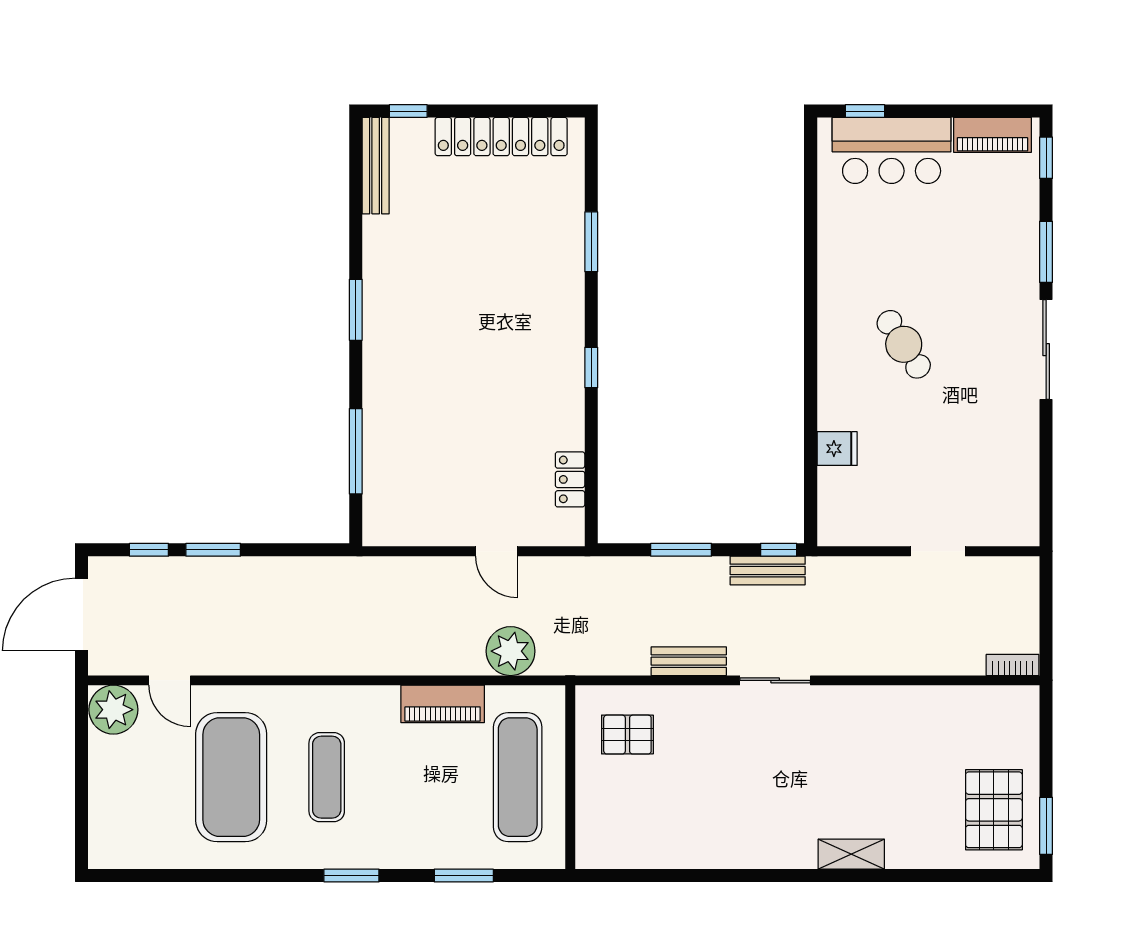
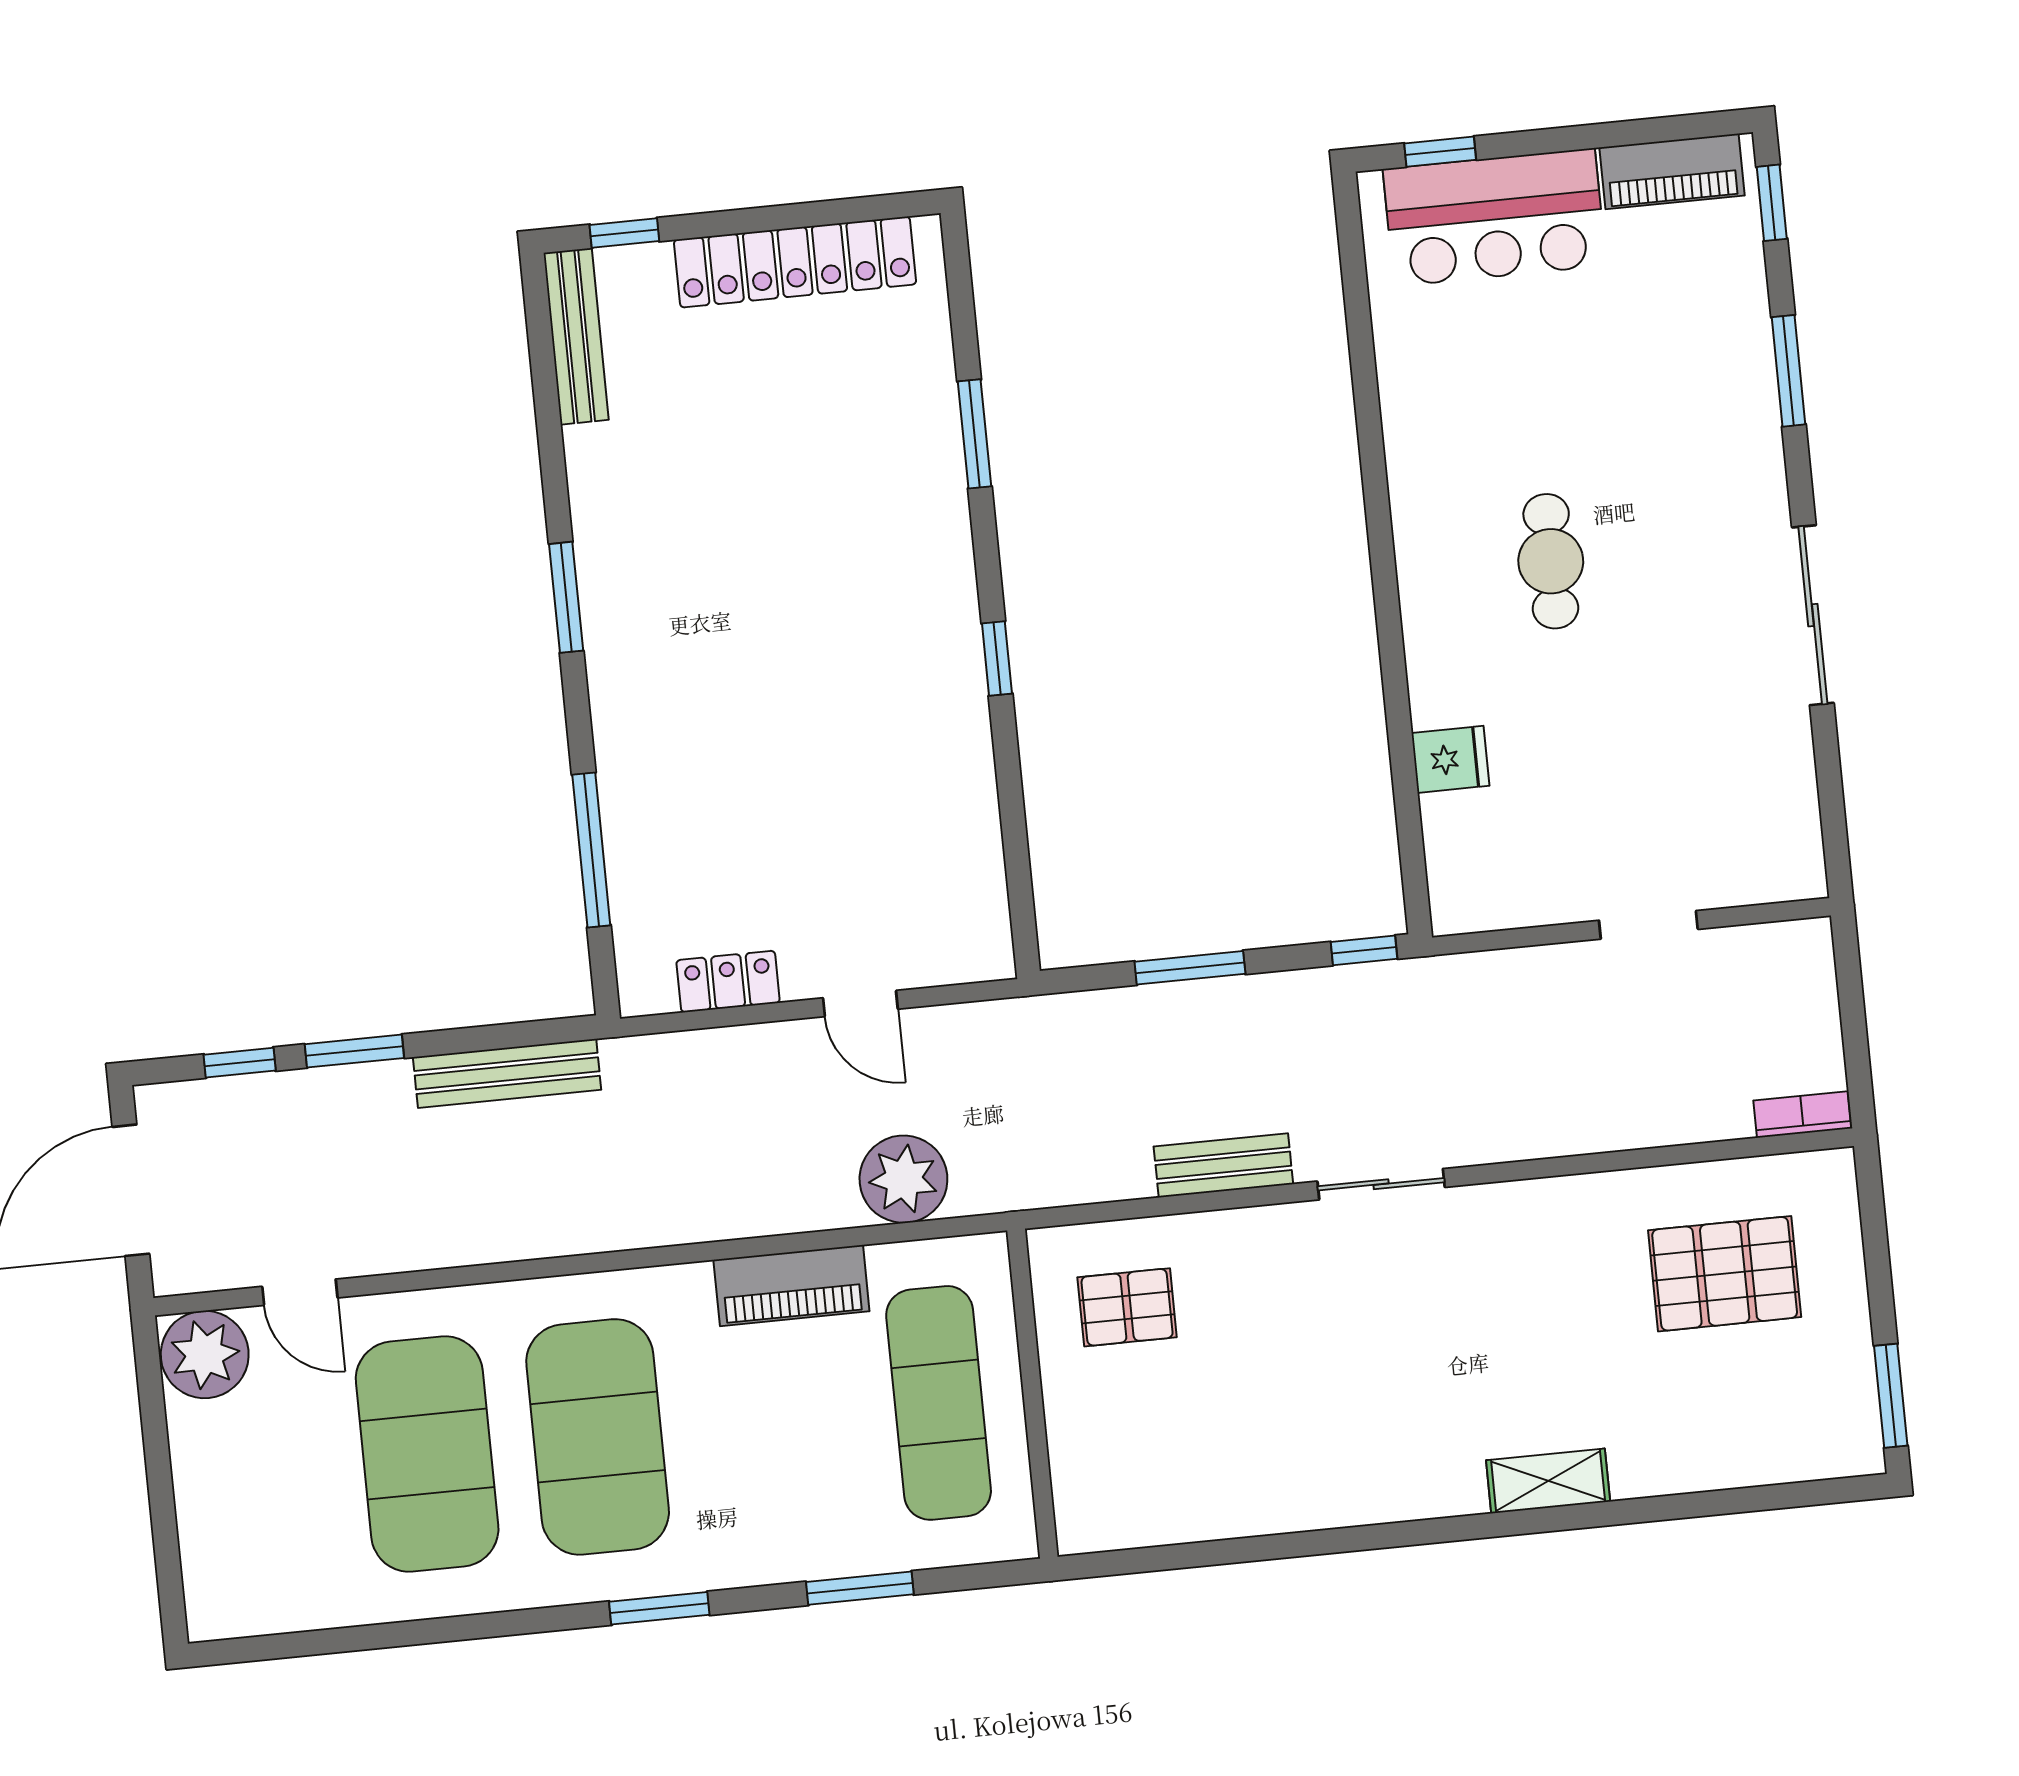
cafe table: (904, 344) -> (1551, 561), turned 33
sliding door: (1046, 350) -> (1813, 615), moved
locker: (570, 479) -> (728, 981), moved, turned 90
bench: (768, 571) -> (507, 1073), moved, width x1.36
exercise mat: (327, 777) -> (598, 1437), width x2.00, depth x1.45
pallet: (994, 810) -> (1725, 1274), moved, turned 90

